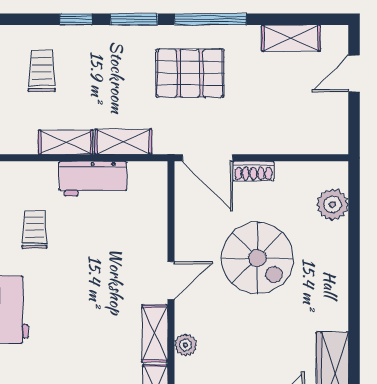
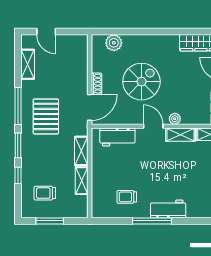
workbench: (93, 179) -> (117, 137), moved, turned 90
plant: (186, 345) -> (175, 119), moved

